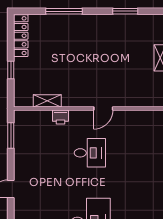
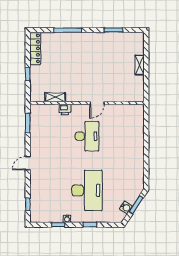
desk: (90, 153) -> (87, 136), width x1.37

